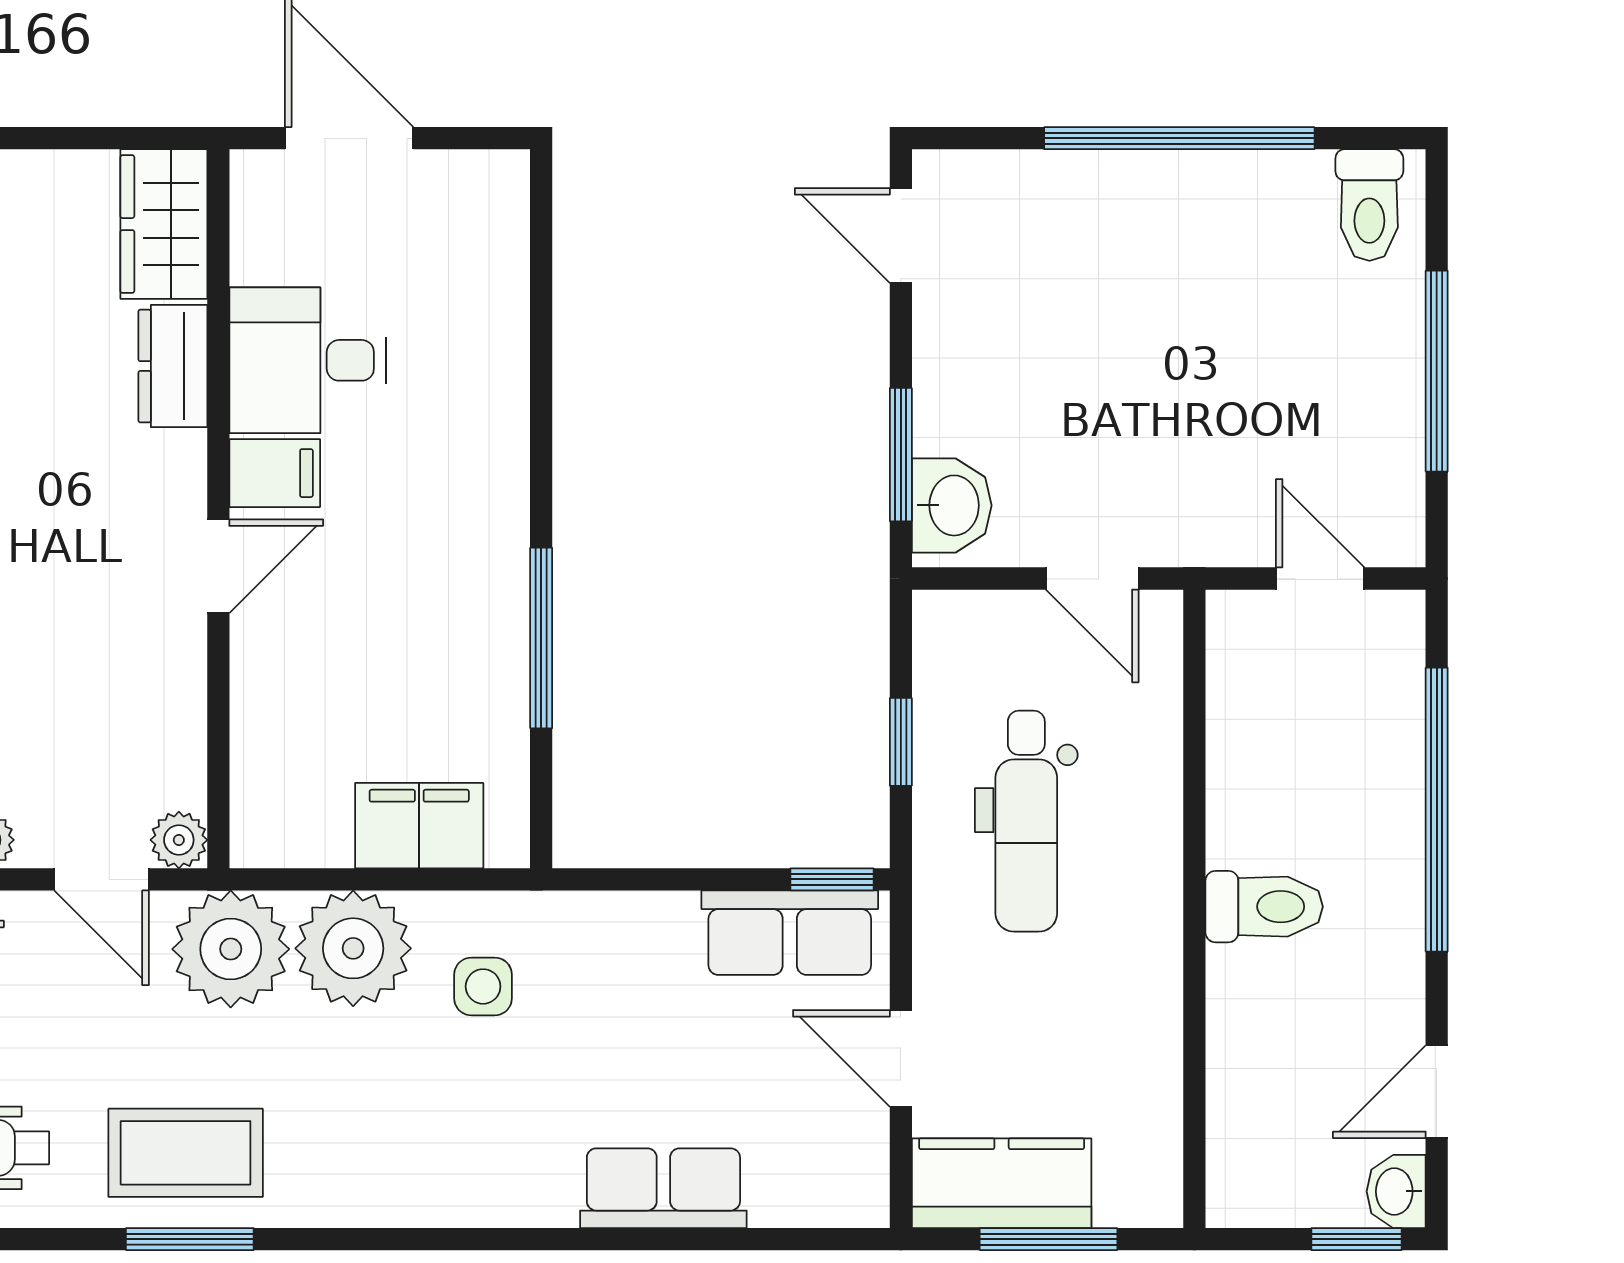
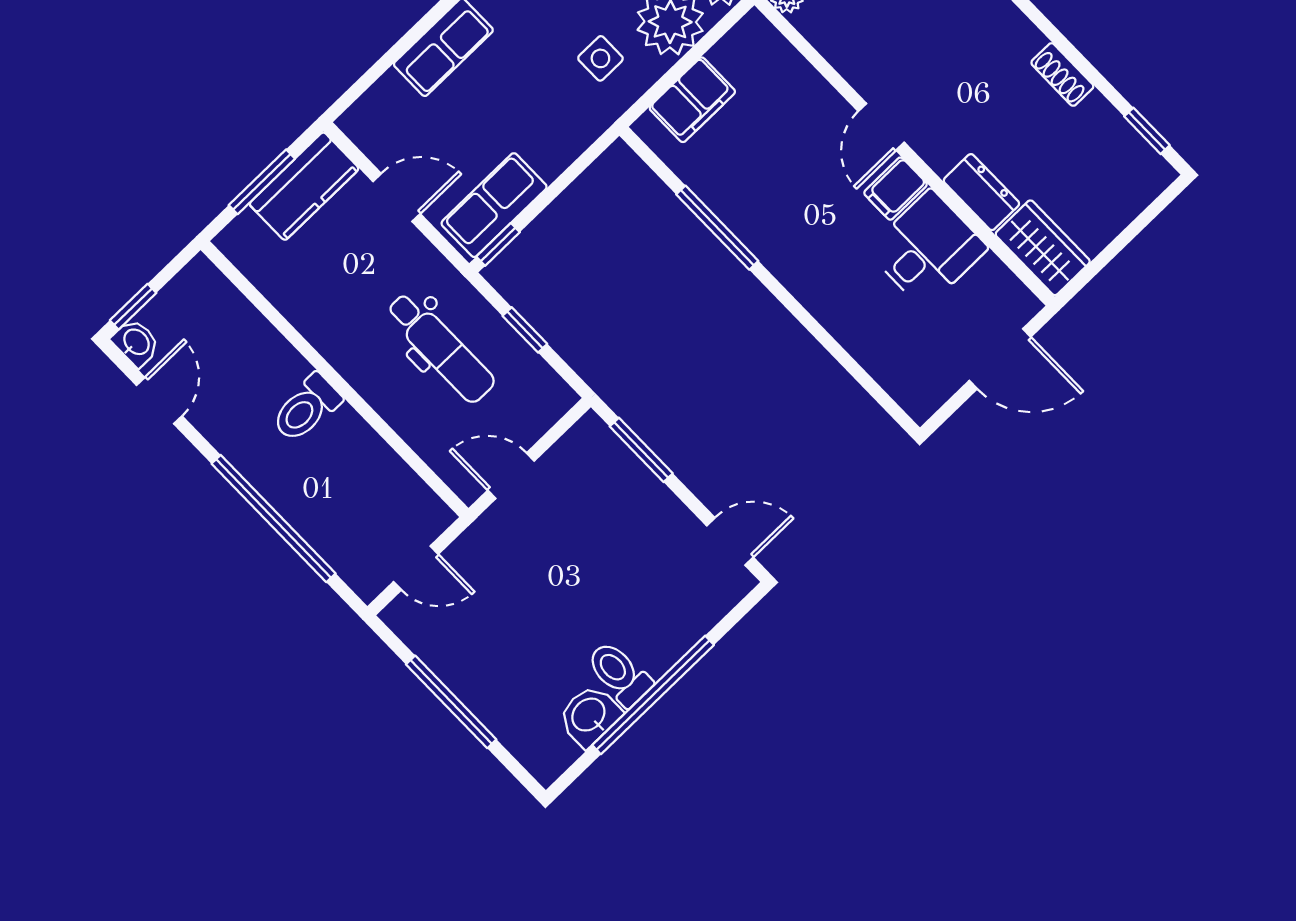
toilet: (1369, 205) -> (619, 674), moved
washbasin: (952, 505) -> (589, 716), moved, turned 90
dental chair: (1026, 821) -> (440, 348), turned 180

